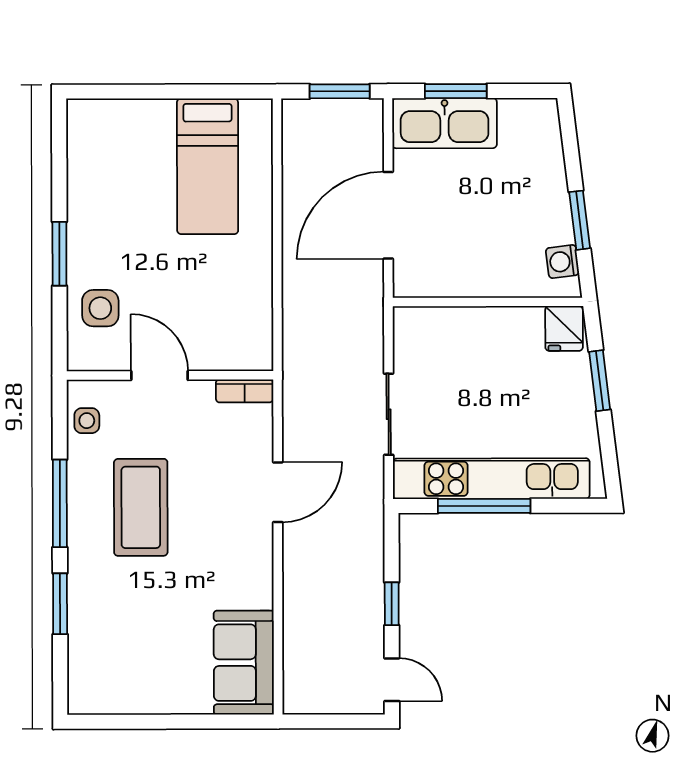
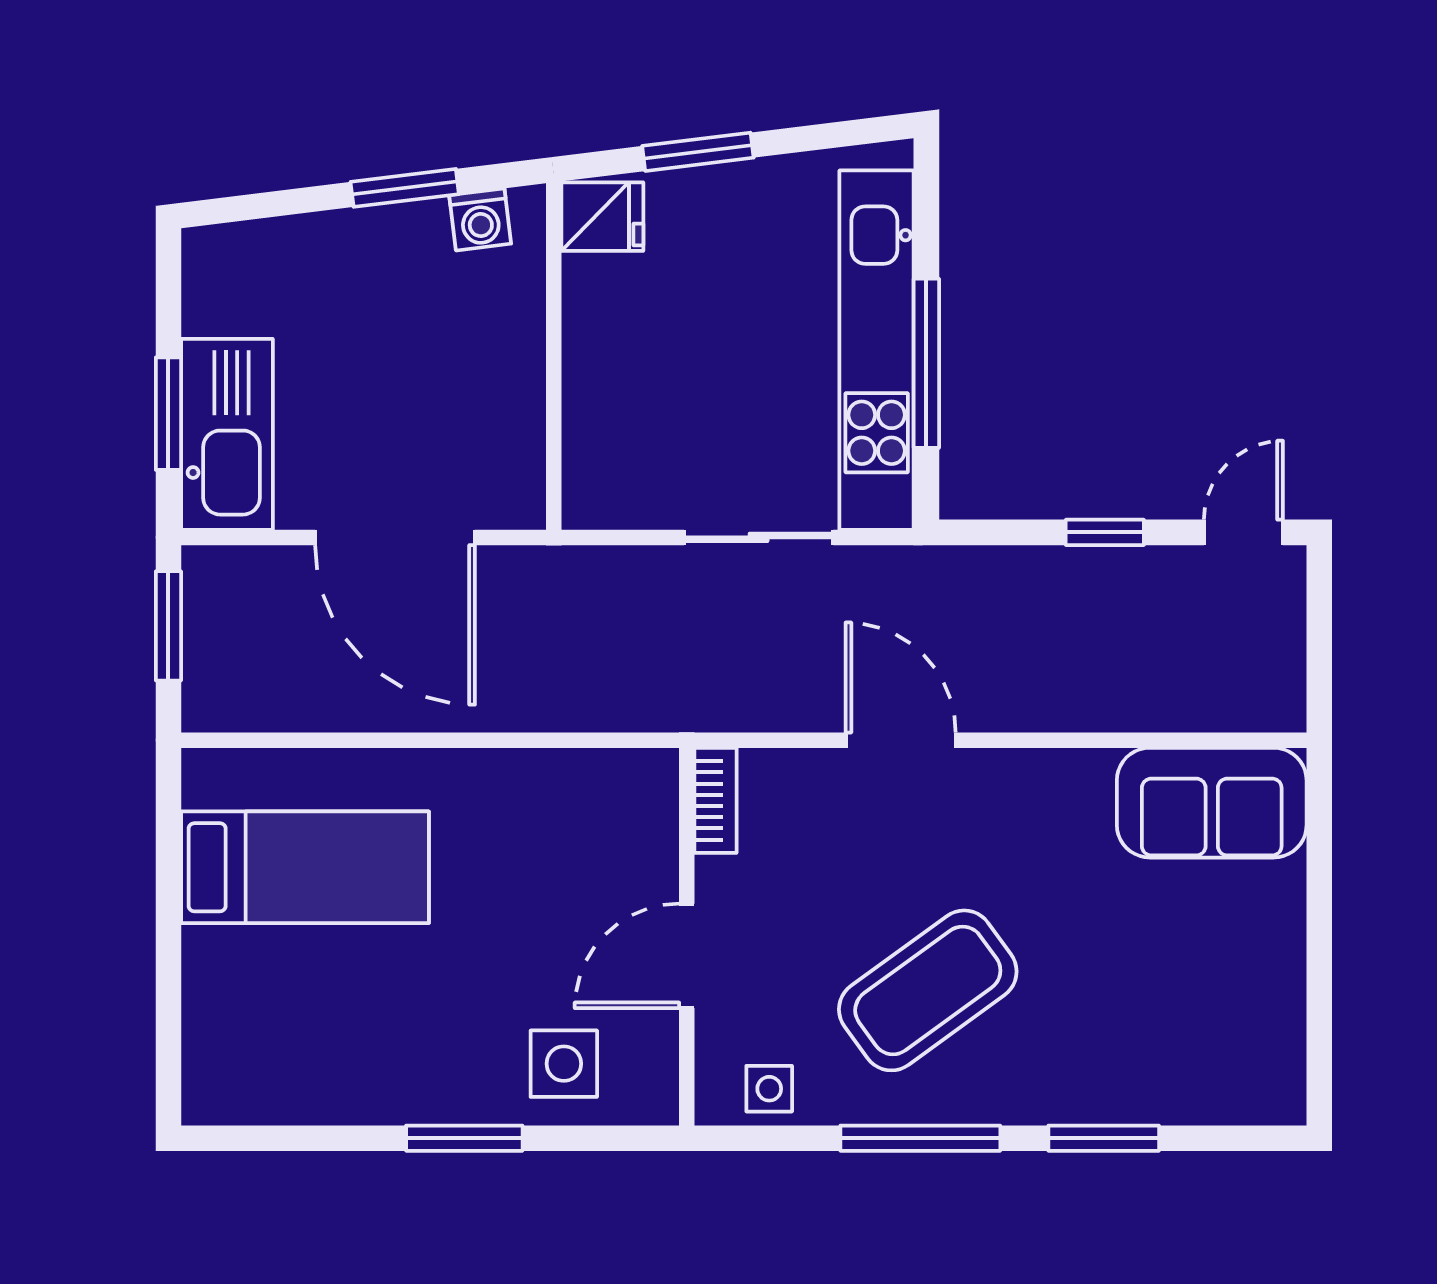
coffee table: (141, 507) -> (928, 990), turned -36

